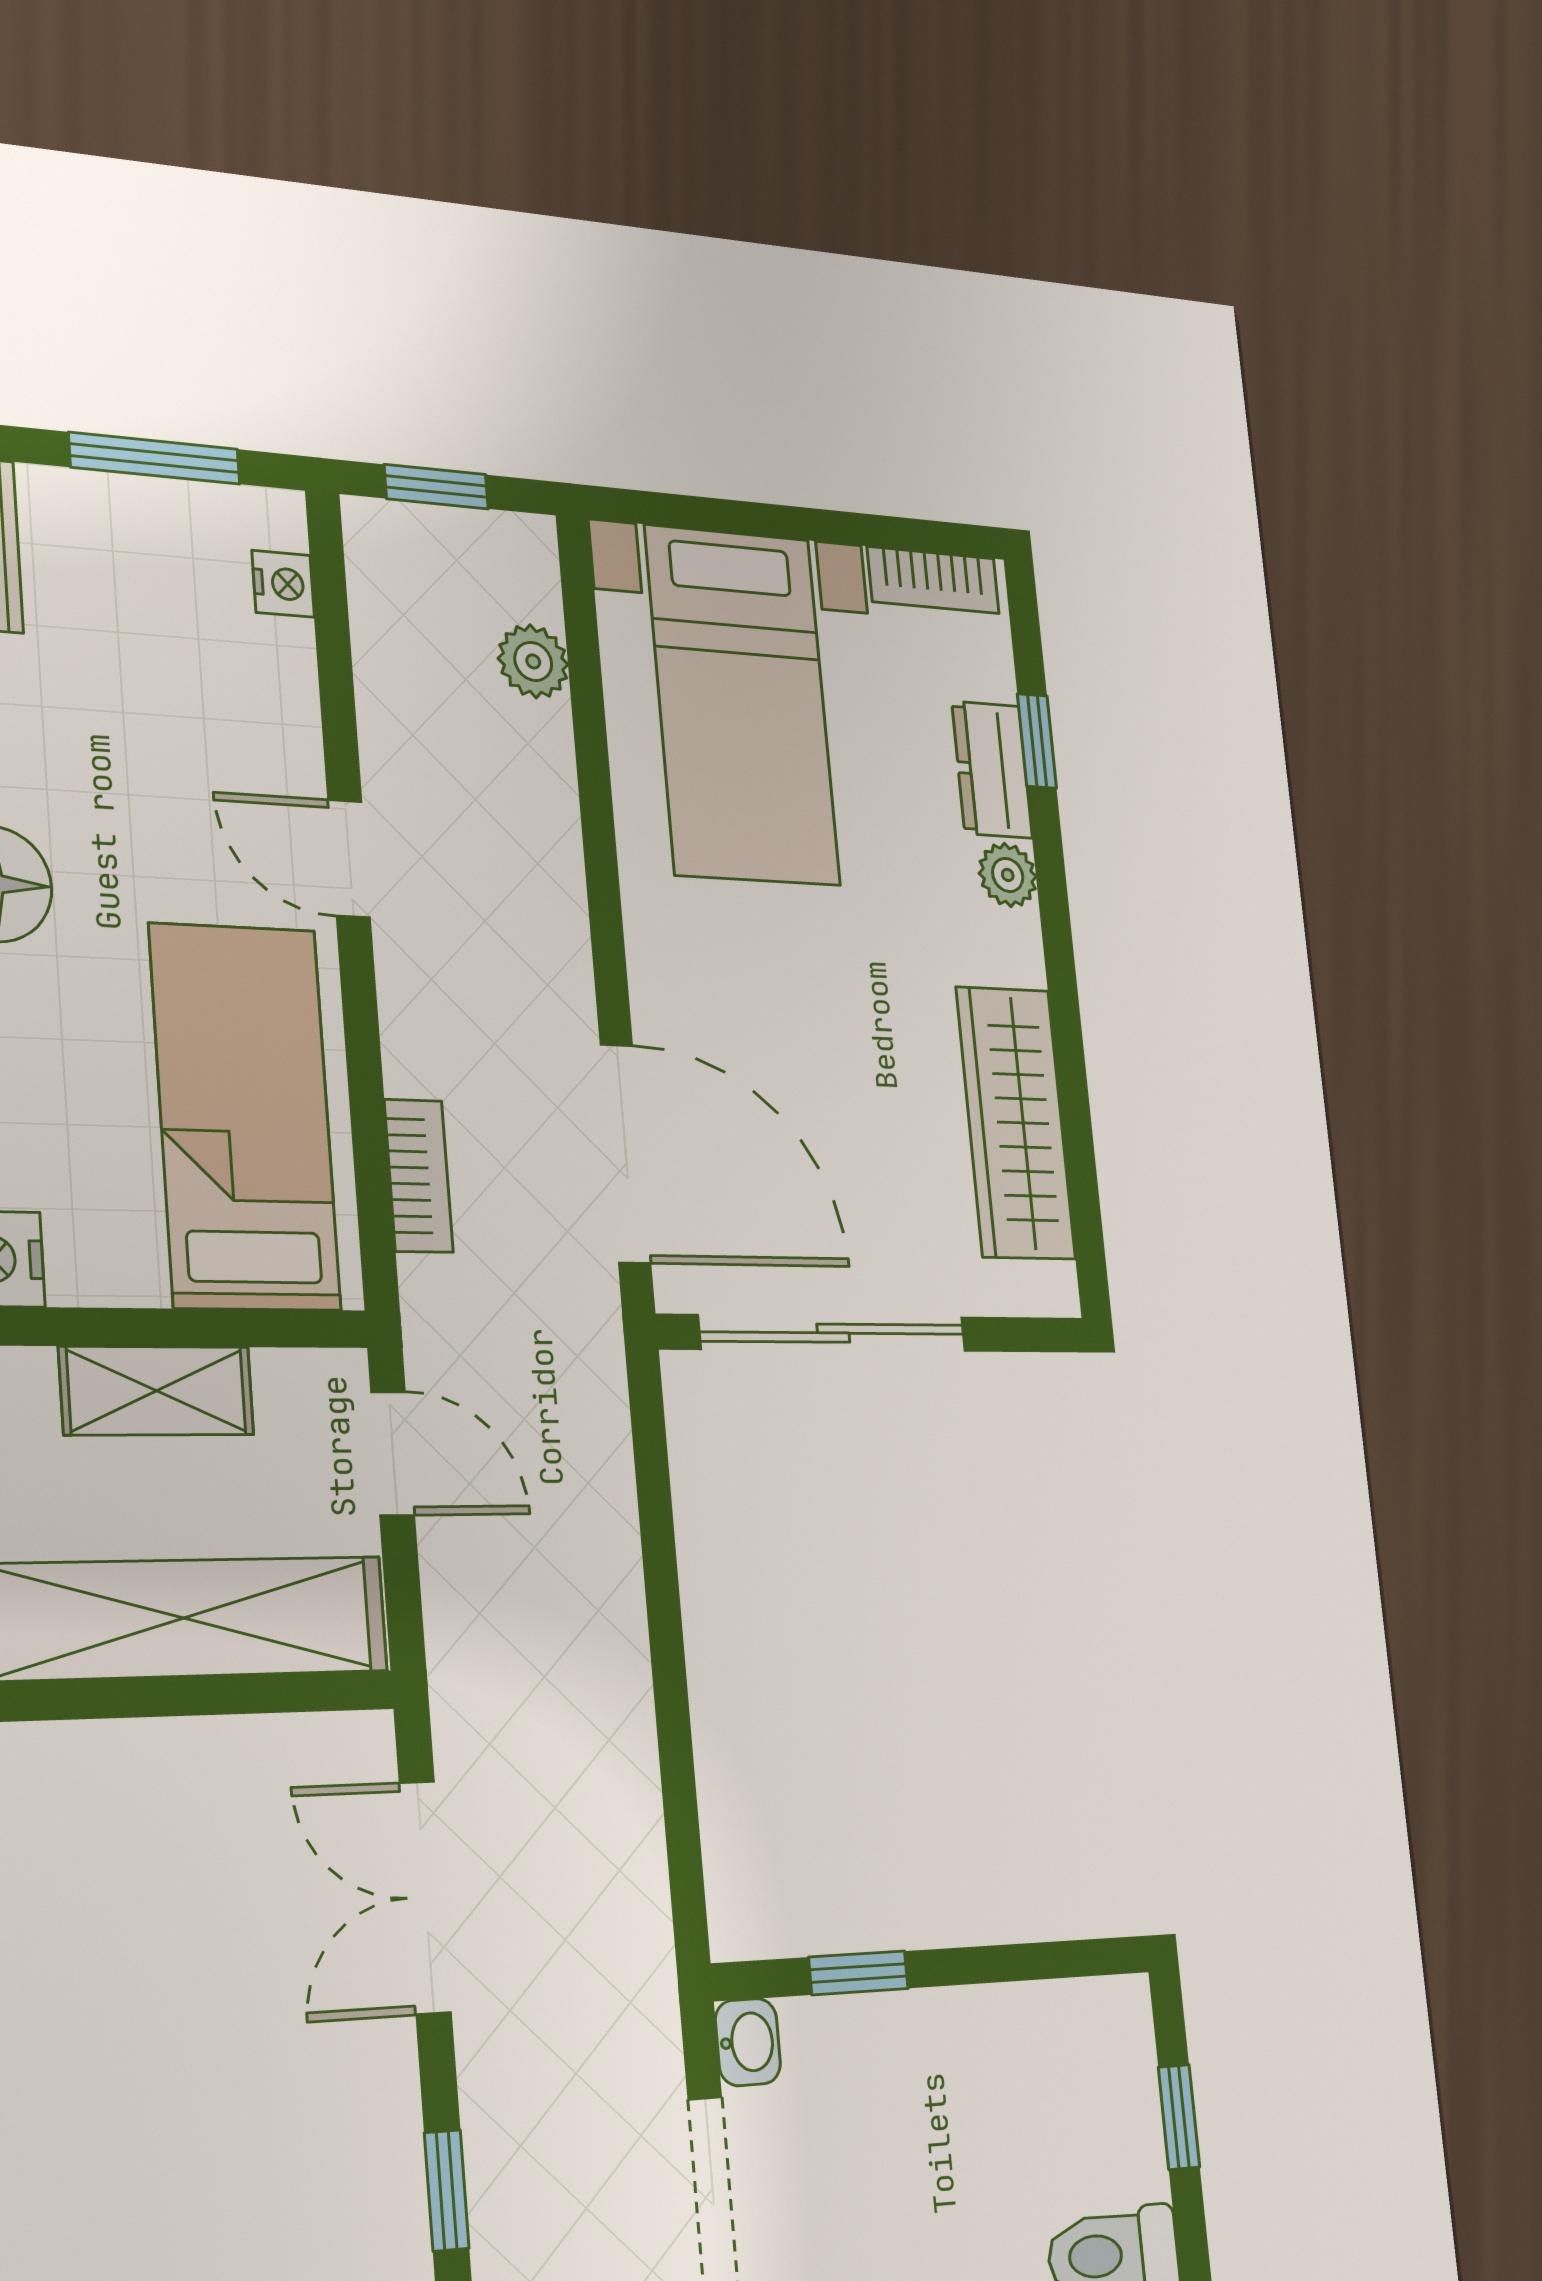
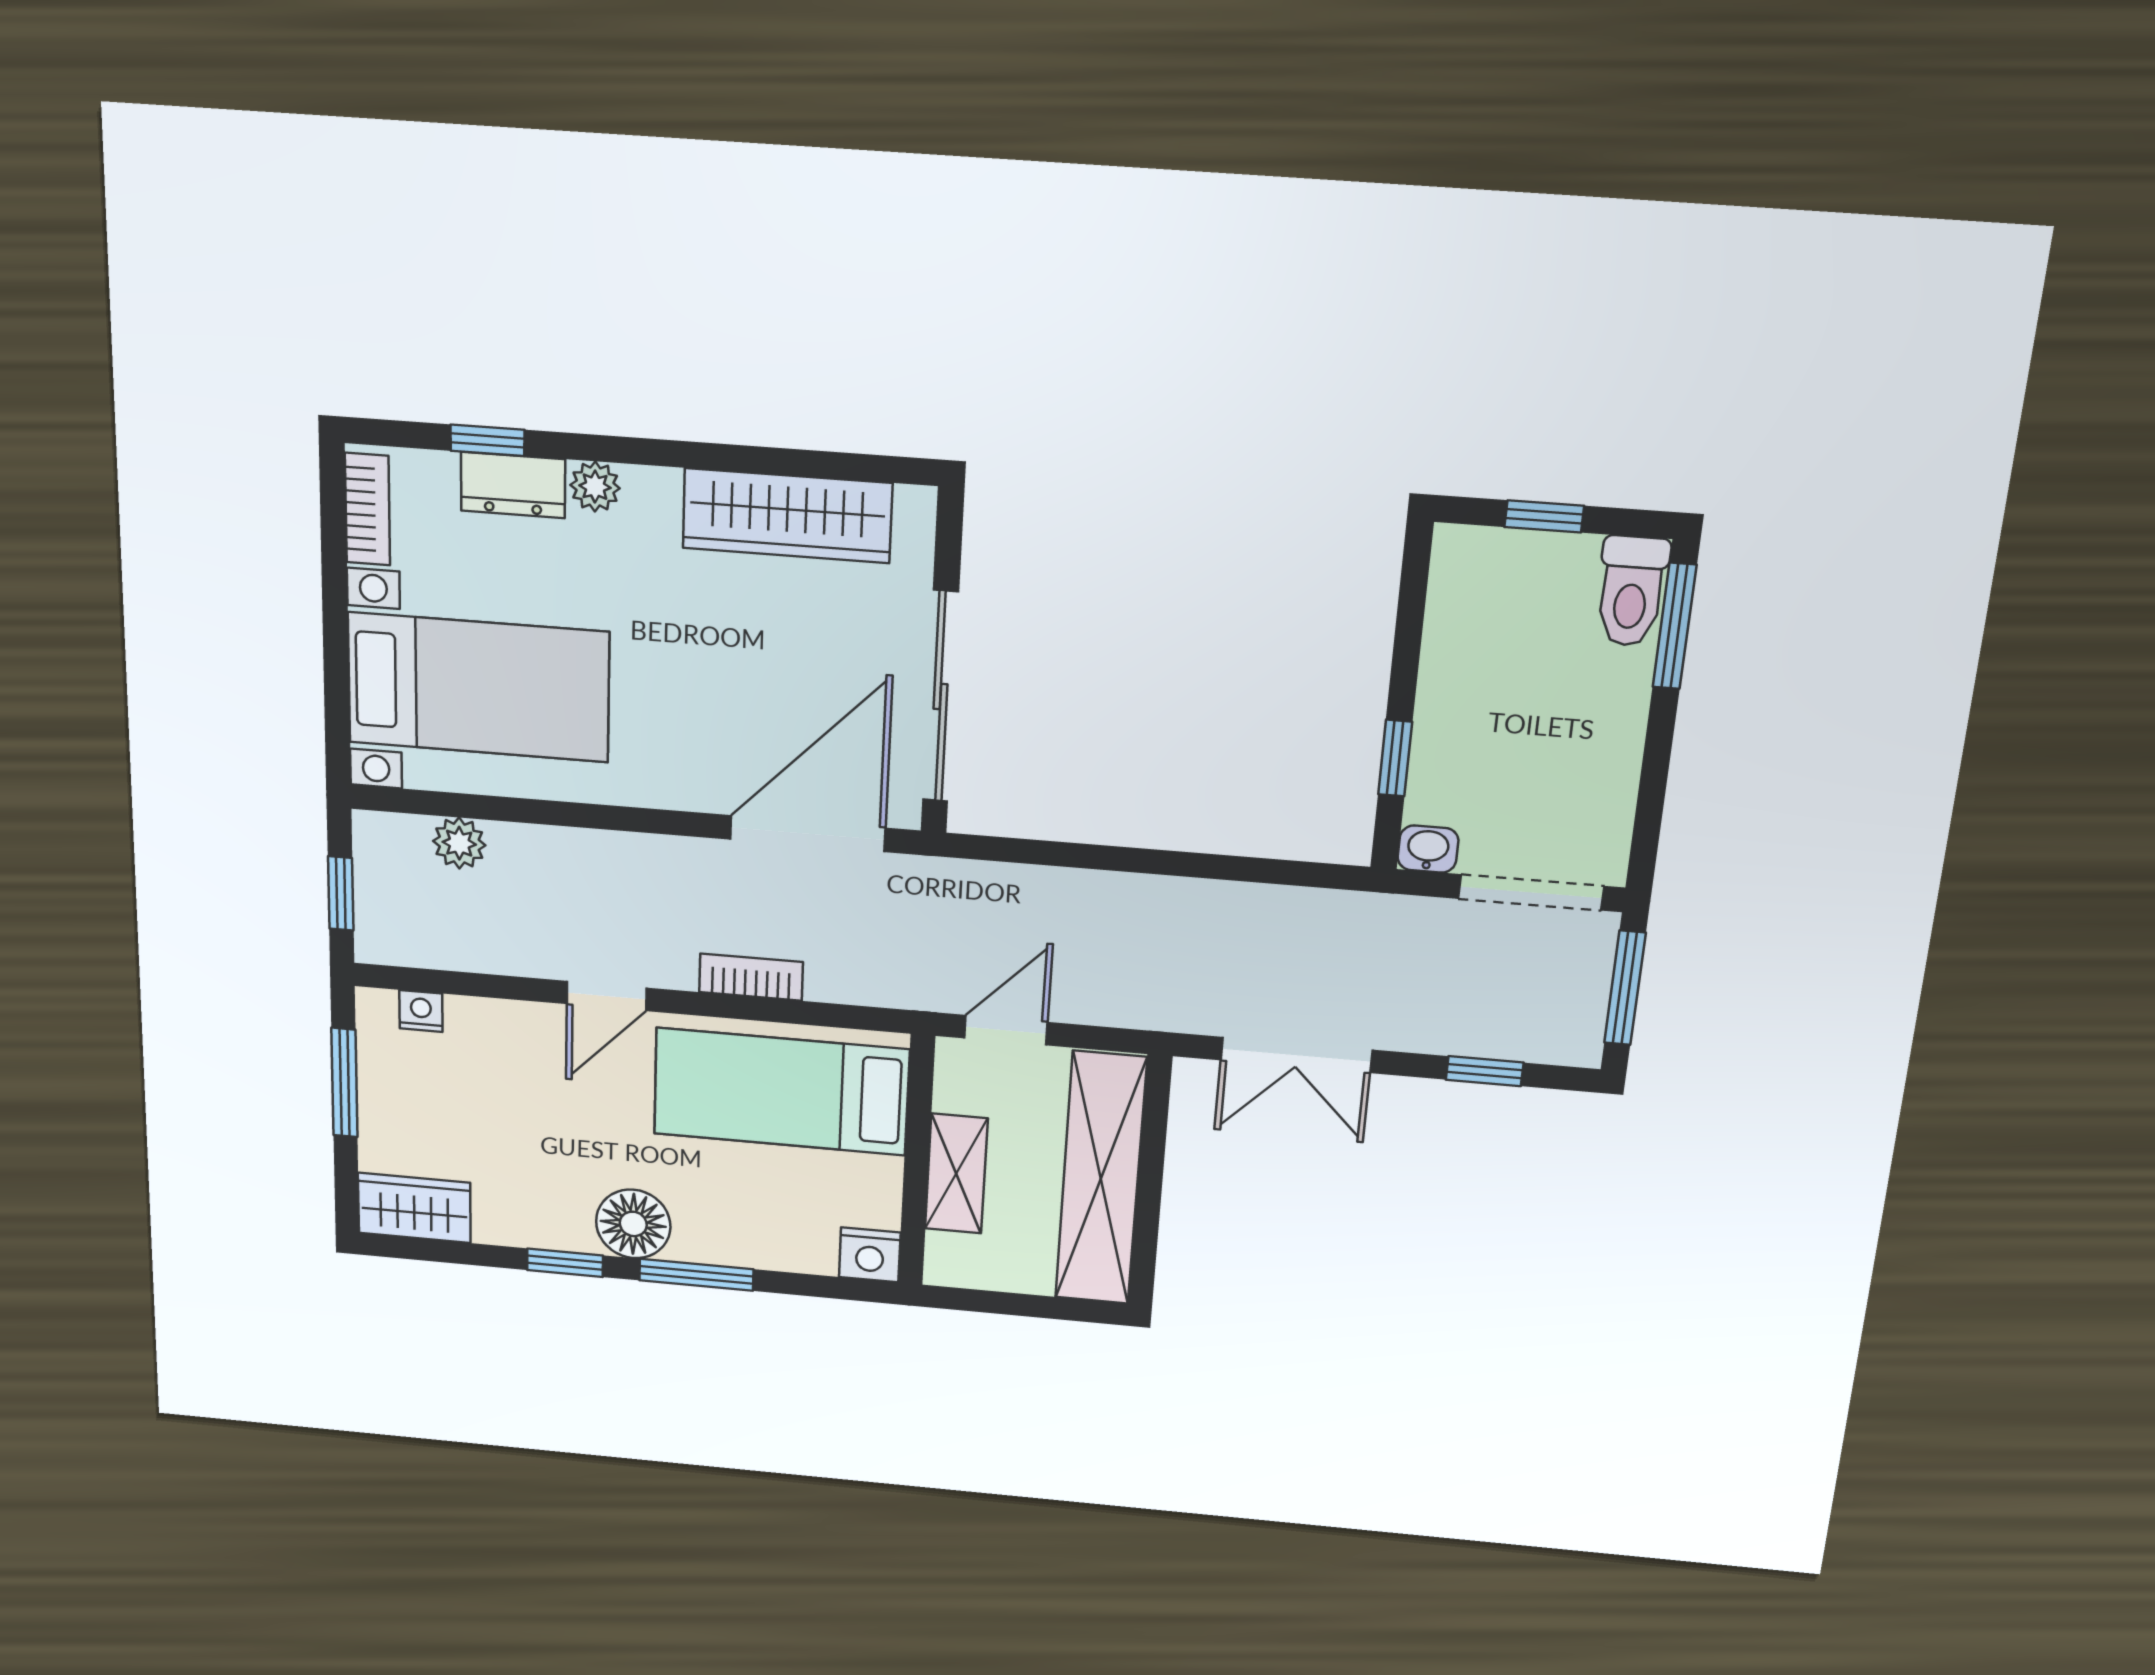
bookcase: (419, 1176) -> (751, 977), moved

